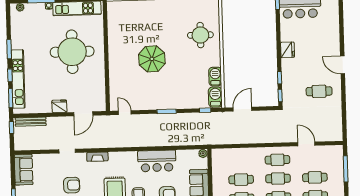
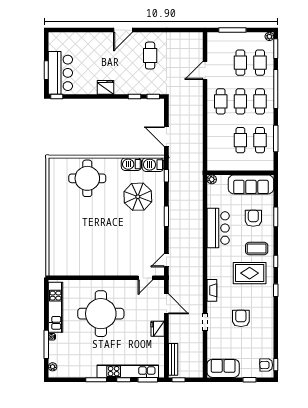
round table: (200, 35) -> (87, 178), width x1.36, depth x1.36
parasol: (152, 59) -> (138, 197), moved
door: (107, 93) -> (145, 278), added

